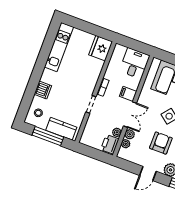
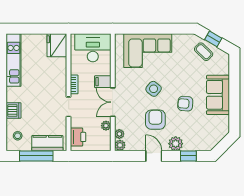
desk: (135, 63) -> (93, 48), width x1.37
double door: (130, 115) -> (113, 102), swing flipped
plant: (130, 134) -> (120, 145), moved
printer: (110, 144) -> (78, 137), moved, turned 180
door: (148, 173) -> (154, 156), swing flipped

